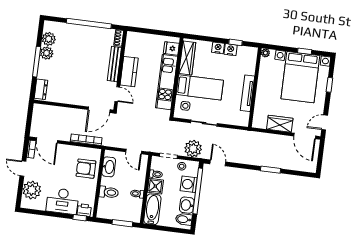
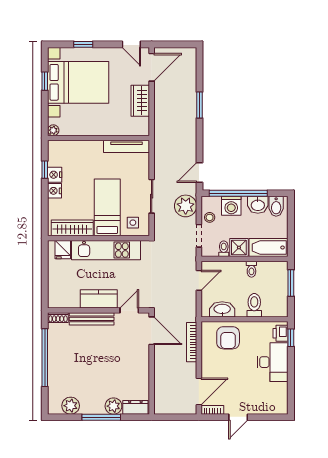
plant: (47, 53) -> (113, 406), moved
tv unit: (247, 93) -> (127, 146), moved
plant: (32, 190) -> (264, 403), removed

